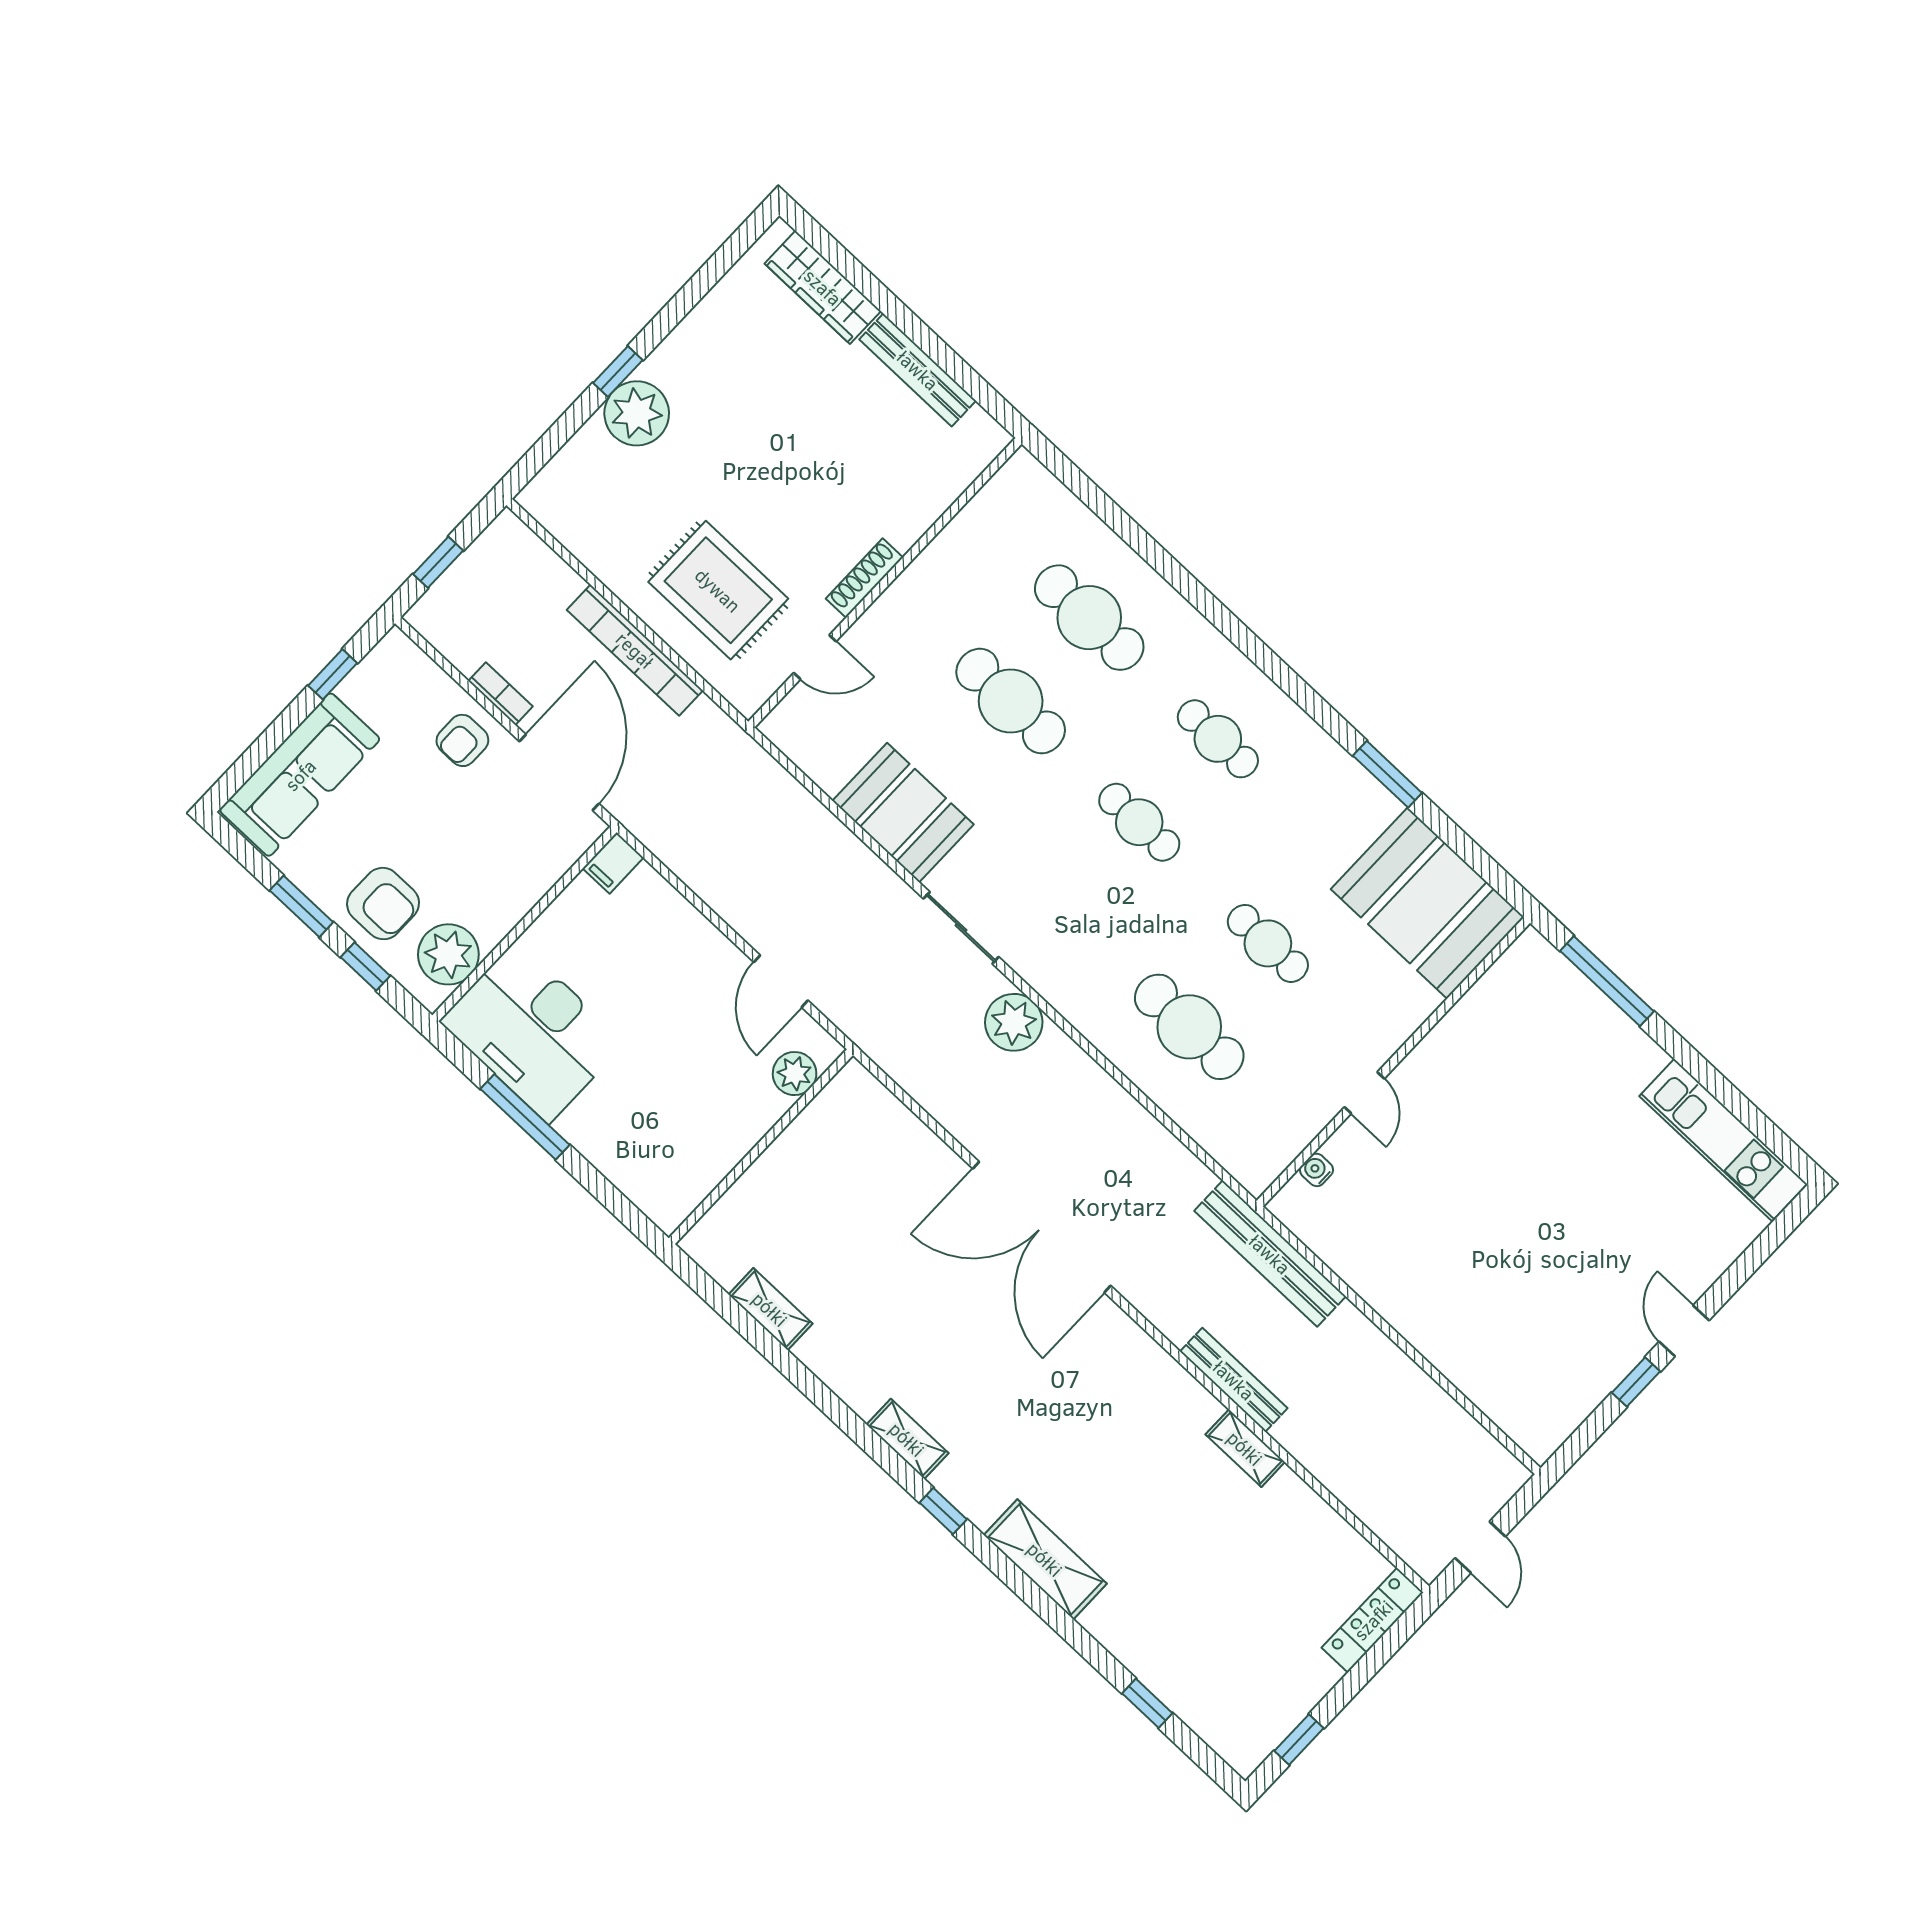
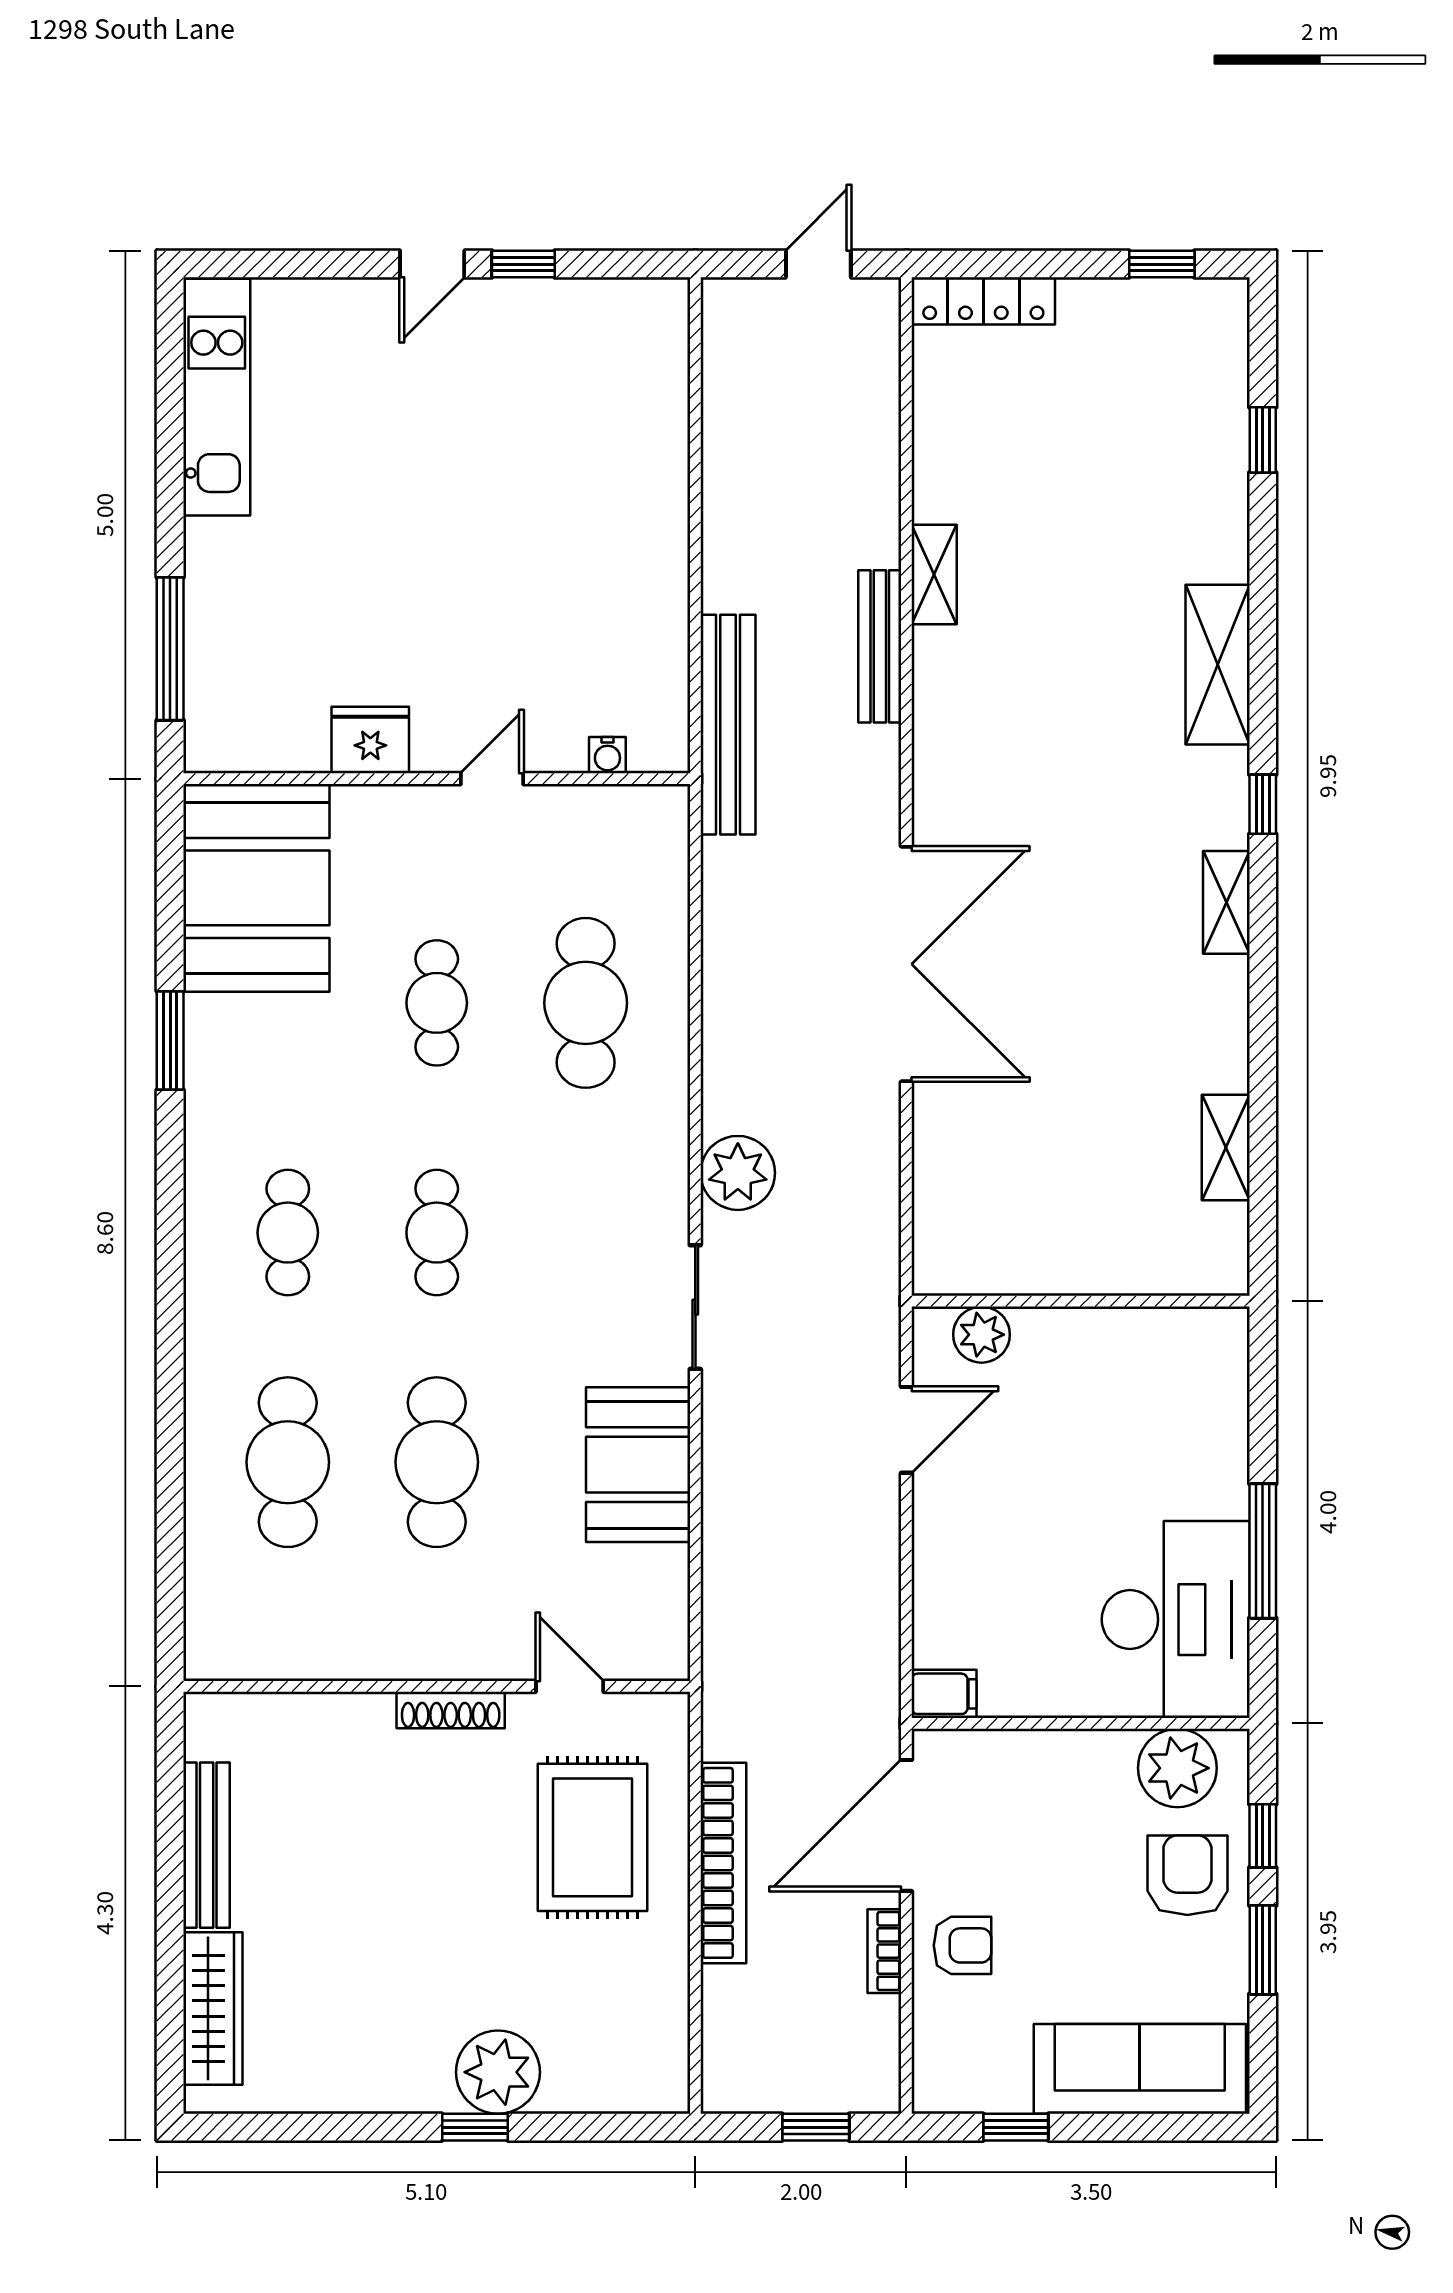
fridge: (1450, 1045) -> (370, 740), added

